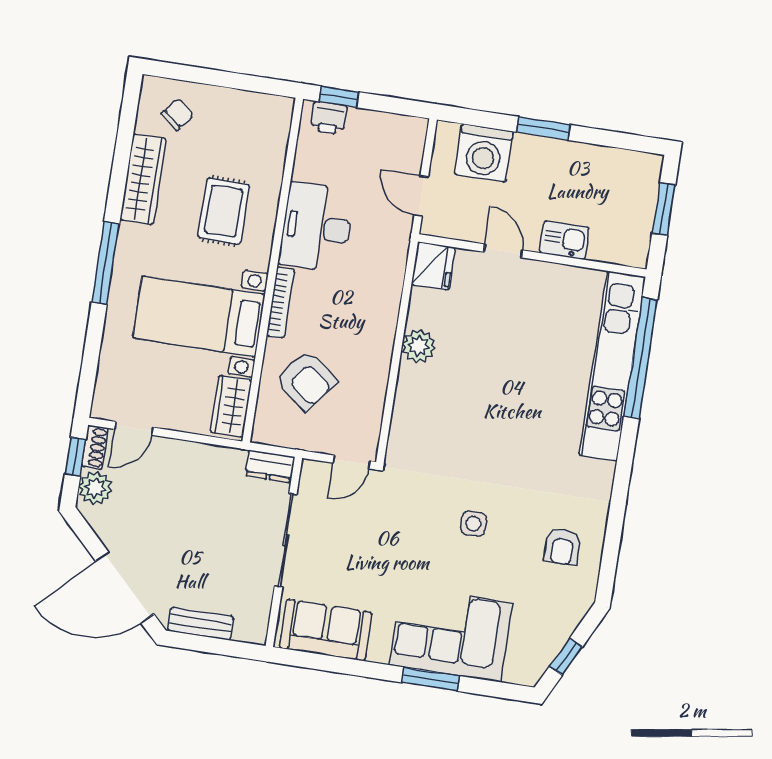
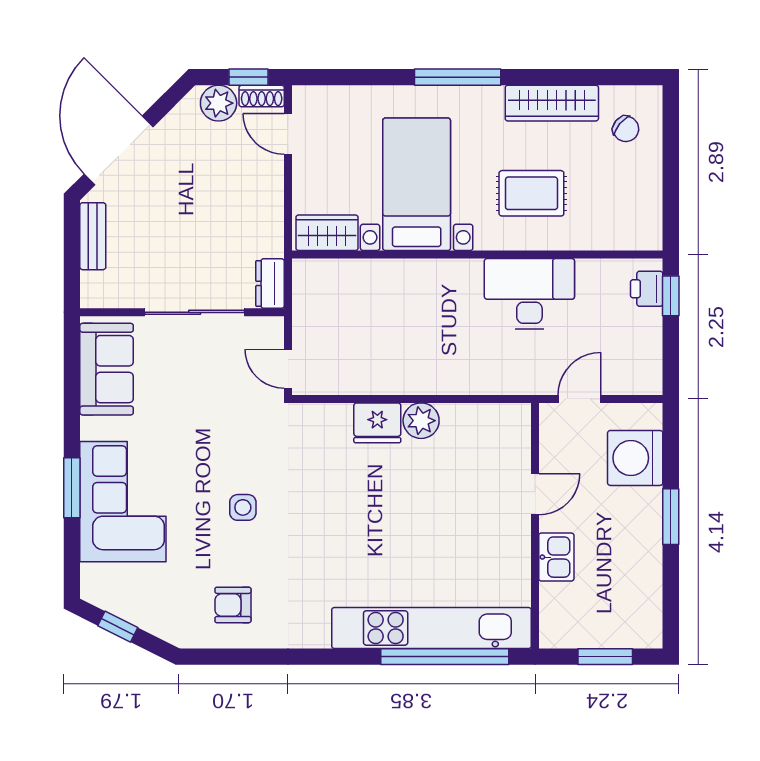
fridge: (433, 266) -> (377, 423), moved
bookcase: (280, 302) -> (445, 268), removed
armchair: (306, 380) -> (367, 308), removed

